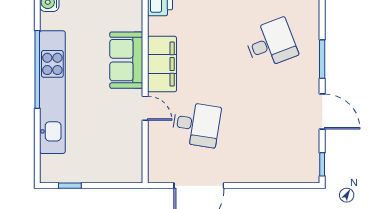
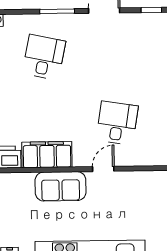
desk: (271, 43) -> (44, 57), turned 33
filing cabinet: (162, 64) -> (47, 155), moved

